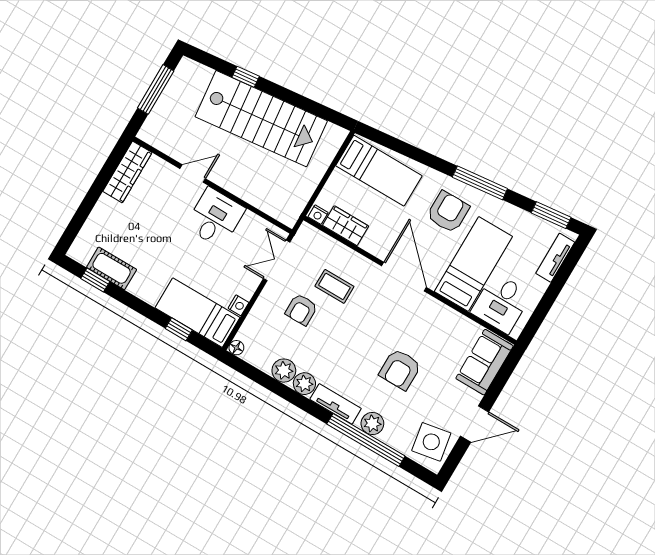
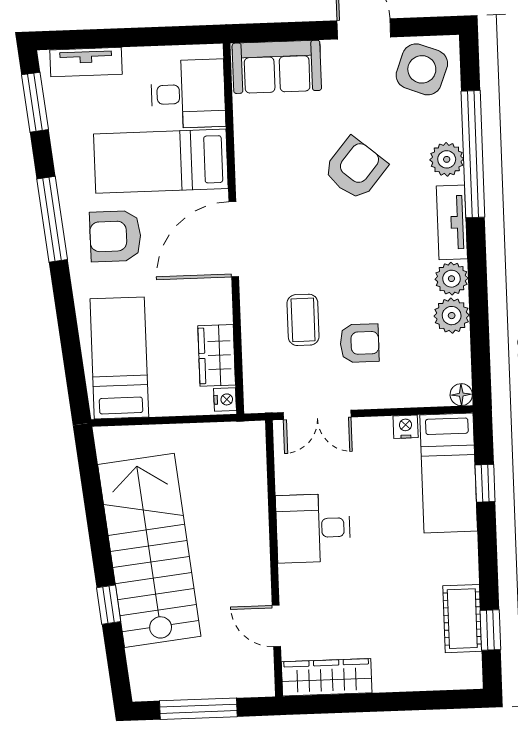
door: (193, 174) -> (276, 626), moved
armchair: (400, 369) -> (355, 168), turned -50
side table: (431, 442) -> (422, 69), turned 31

